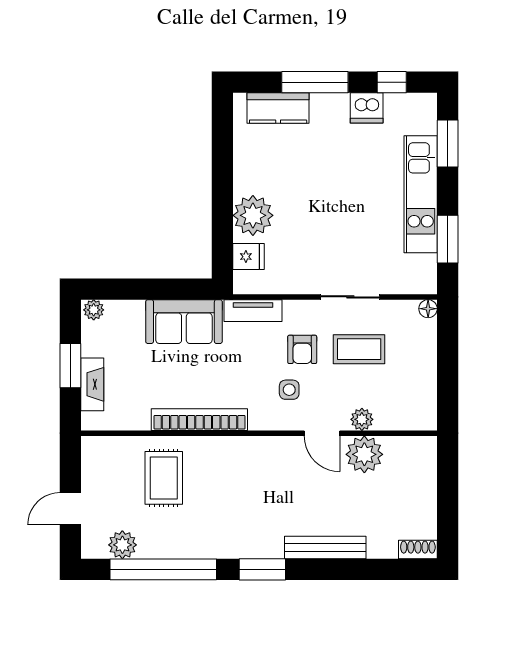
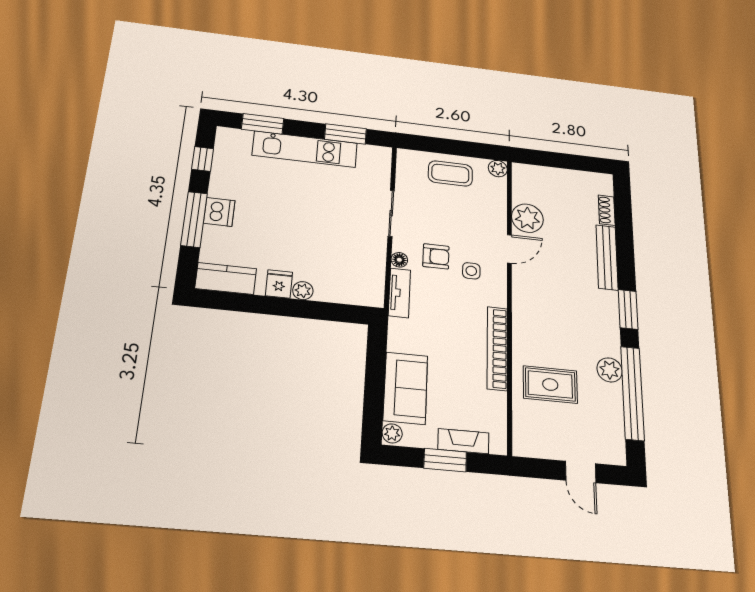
kitchen counter: (278, 108) -> (226, 278), moved, turned -90
dishwasher: (367, 108) -> (219, 212), moved
plant: (253, 215) -> (303, 291), width x0.53, depth x0.53
fridge: (248, 257) -> (279, 284), moved
floor lamp: (428, 309) -> (399, 260), moved
sofa: (184, 322) -> (405, 388), moved
coffee table: (359, 349) -> (450, 173), moved, turned 90
plant: (362, 419) -> (498, 169), moved
plant: (122, 545) -> (610, 370), moved
shoe rack: (418, 550) -> (607, 210), moved

